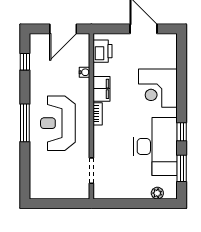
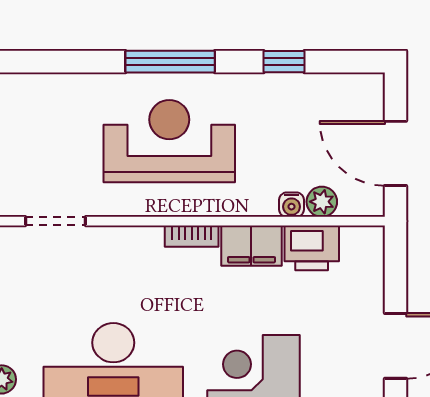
printer: (103, 51) -> (312, 248), moved
plant: (83, 60) -> (322, 202), added
window: (25, 62) -> (284, 62), moved

